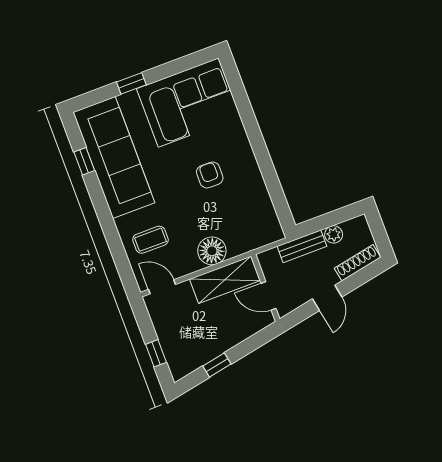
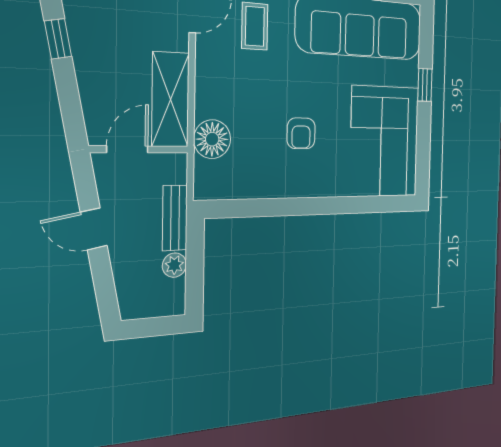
armchair: (210, 175) -> (301, 133), turned 90
floor lamp: (212, 251) -> (212, 139), moved
shoe rack: (357, 263) -> (126, 286), removed

